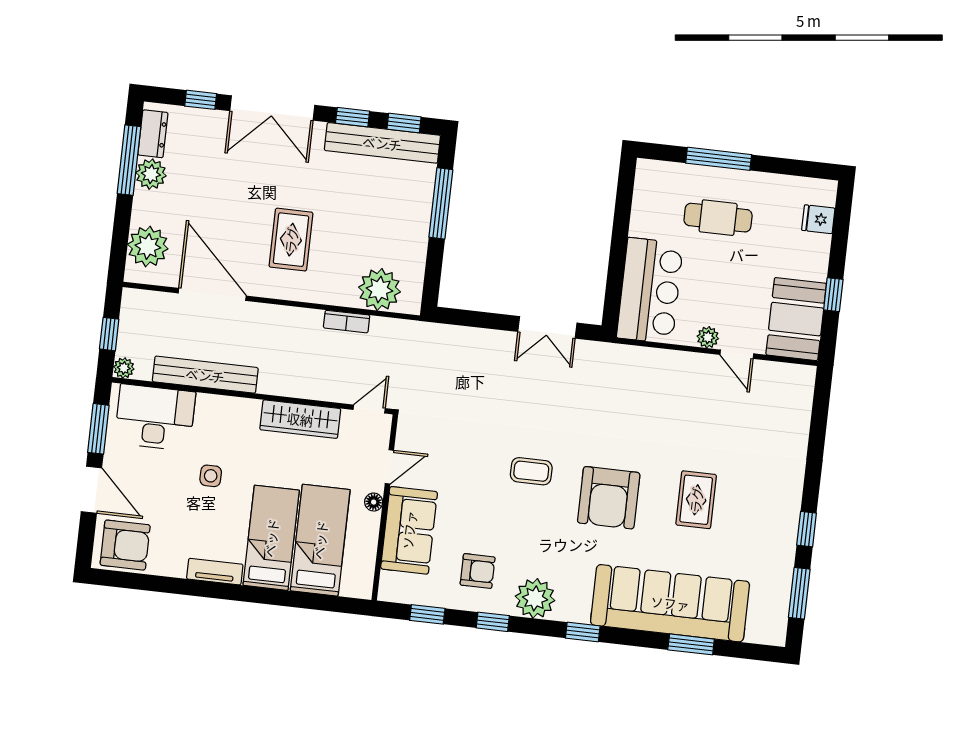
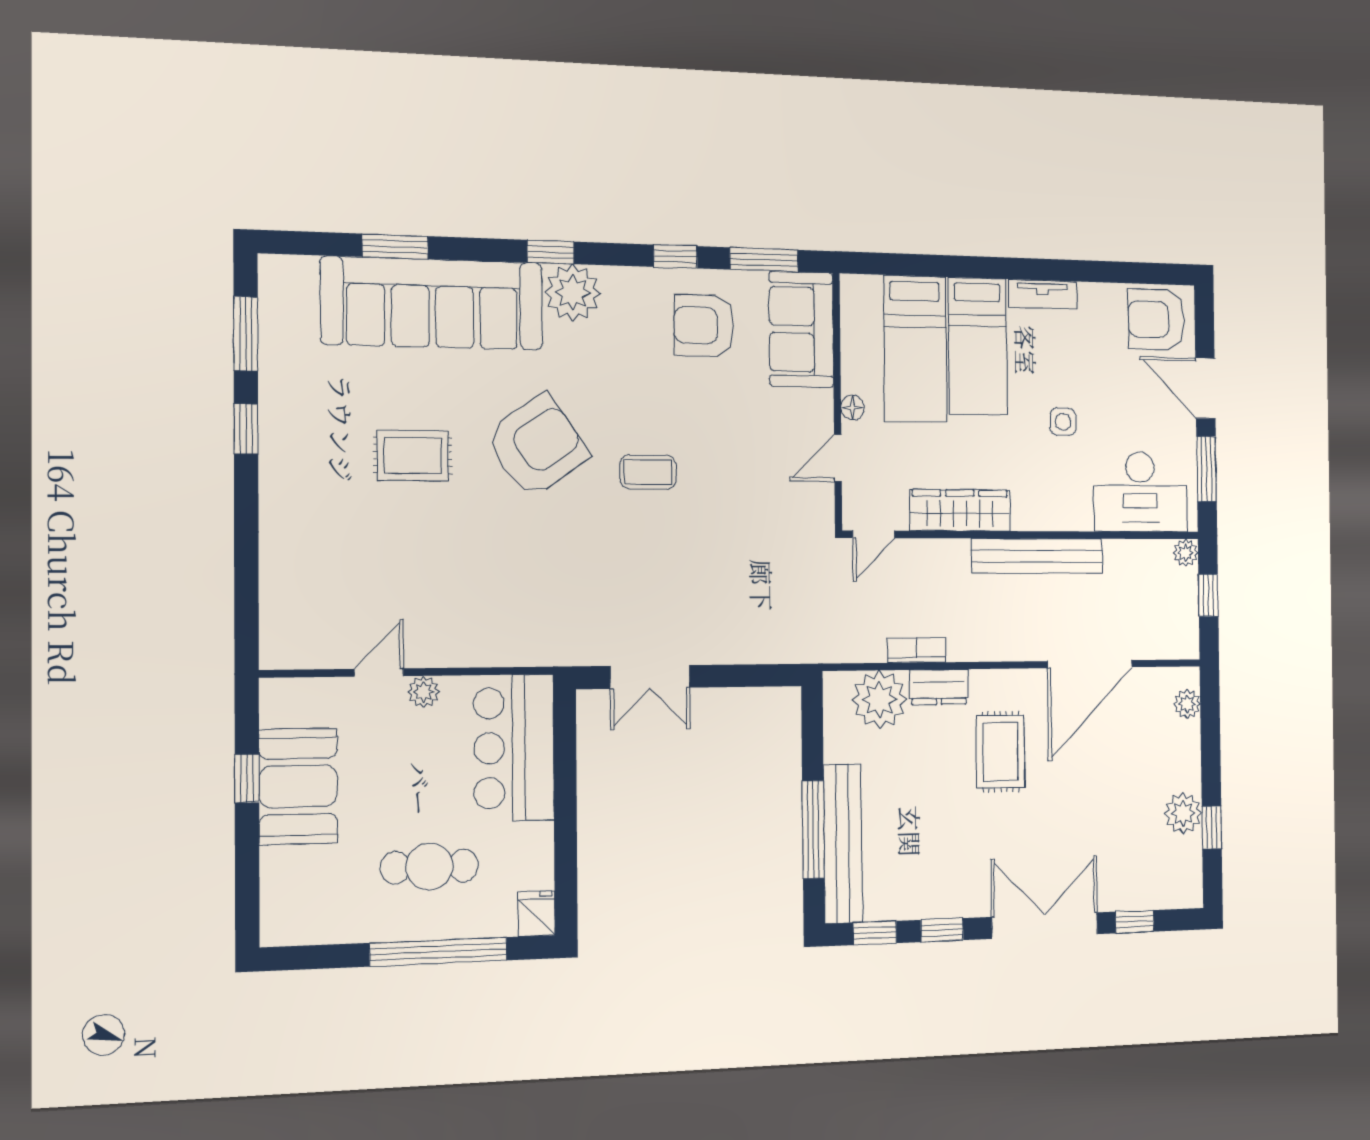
dresser: (153, 134) -> (939, 687), moved, turned -90
bench: (382, 143) -> (843, 844), moved, turned 90
window: (719, 159) -> (439, 952), width x1.46
window: (129, 160) -> (1212, 828), width x0.46
fridge: (818, 219) -> (537, 914), moved, turned -90
plant: (148, 247) -> (1187, 704), width x0.53, depth x0.53
door: (212, 294) -> (1090, 664), hinge flipped
booth: (796, 319) -> (298, 786), moved
double door: (547, 327) -> (650, 677), swing flipped
door: (737, 354) -> (379, 673), hinge flipped
bench: (205, 375) -> (1037, 556), moved
armchair: (609, 498) -> (537, 446), turned 55
rug: (696, 500) -> (413, 456), turned 90
sofa: (409, 530) -> (801, 329), moved
armchair: (478, 571) -> (704, 326), width x1.38, depth x1.38
plant: (535, 598) -> (573, 293), moved
window: (427, 614) -> (764, 260), width x1.50

